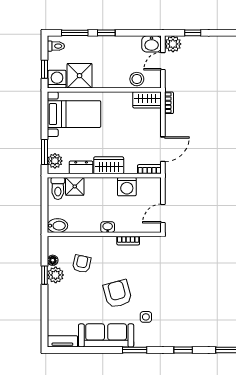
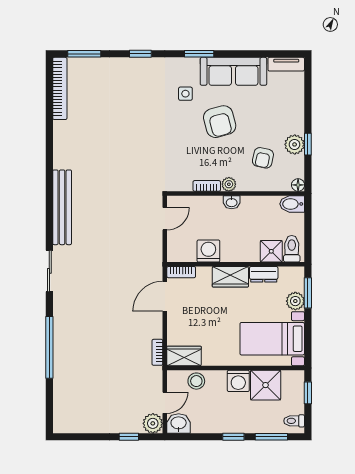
washing machine: (57, 79) -> (238, 381), moved
plant: (55, 161) -> (295, 301), moved
plant: (110, 242) -> (229, 184), added
floor lamp: (53, 260) -> (298, 185), moved

